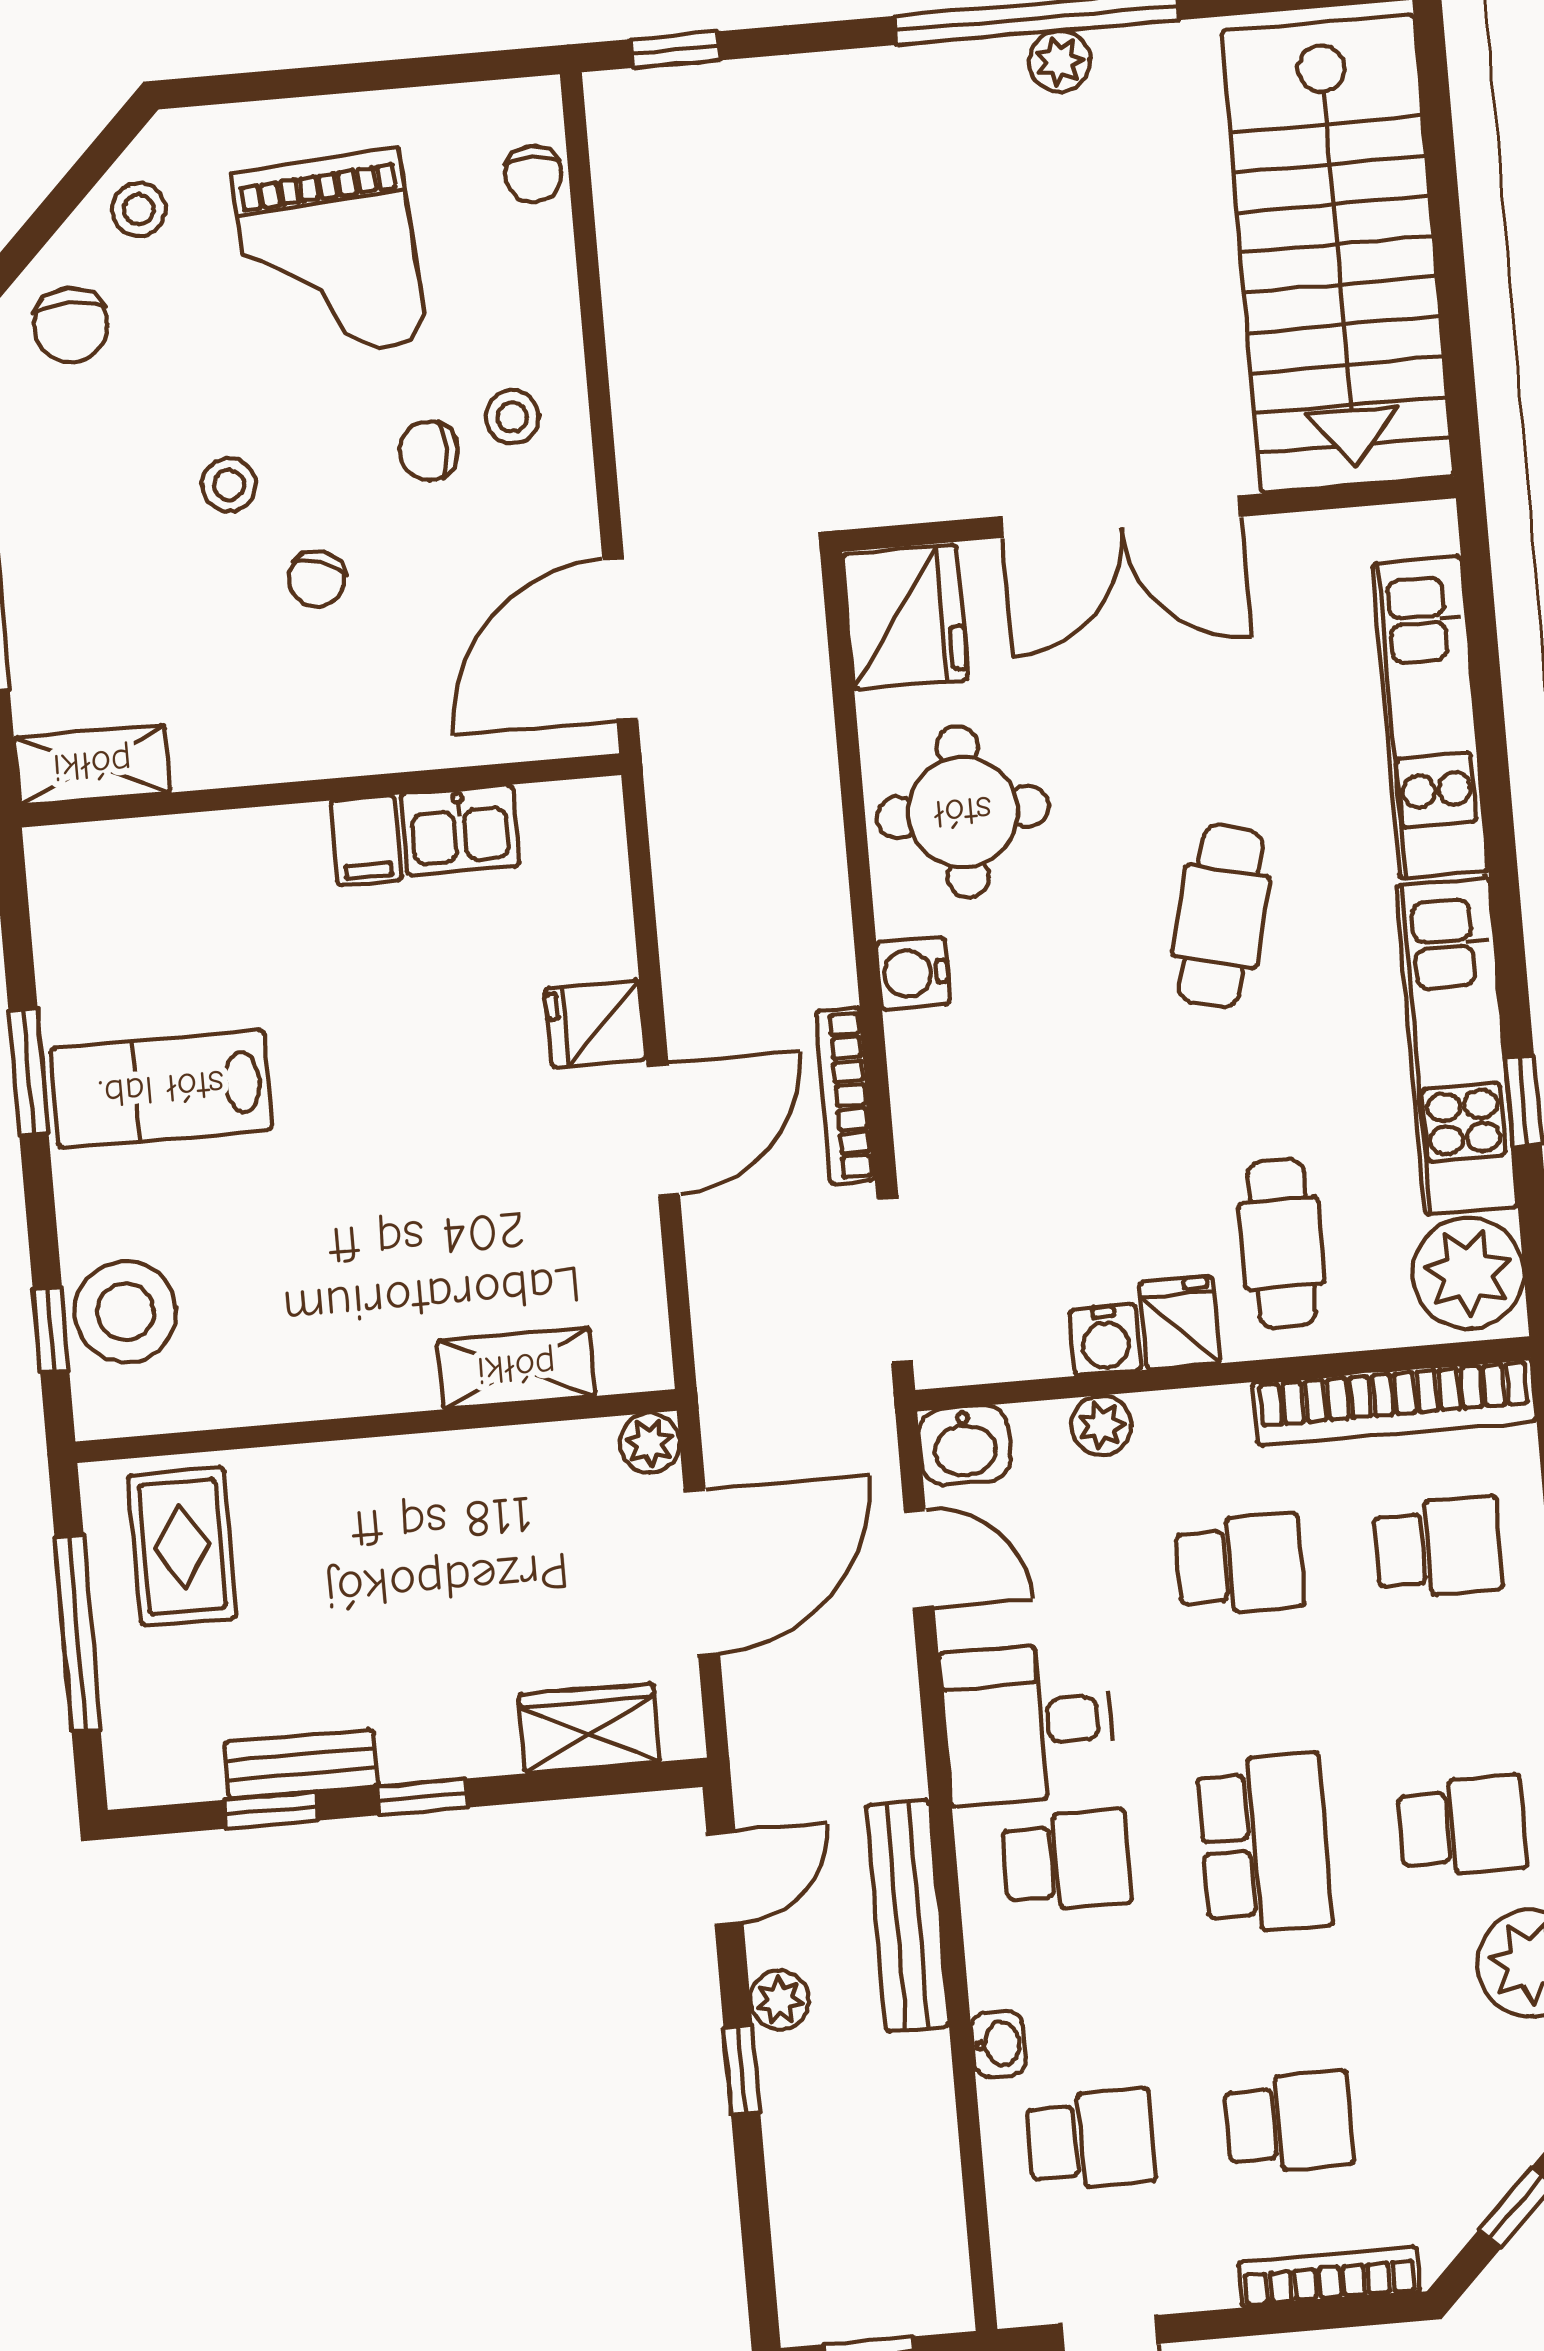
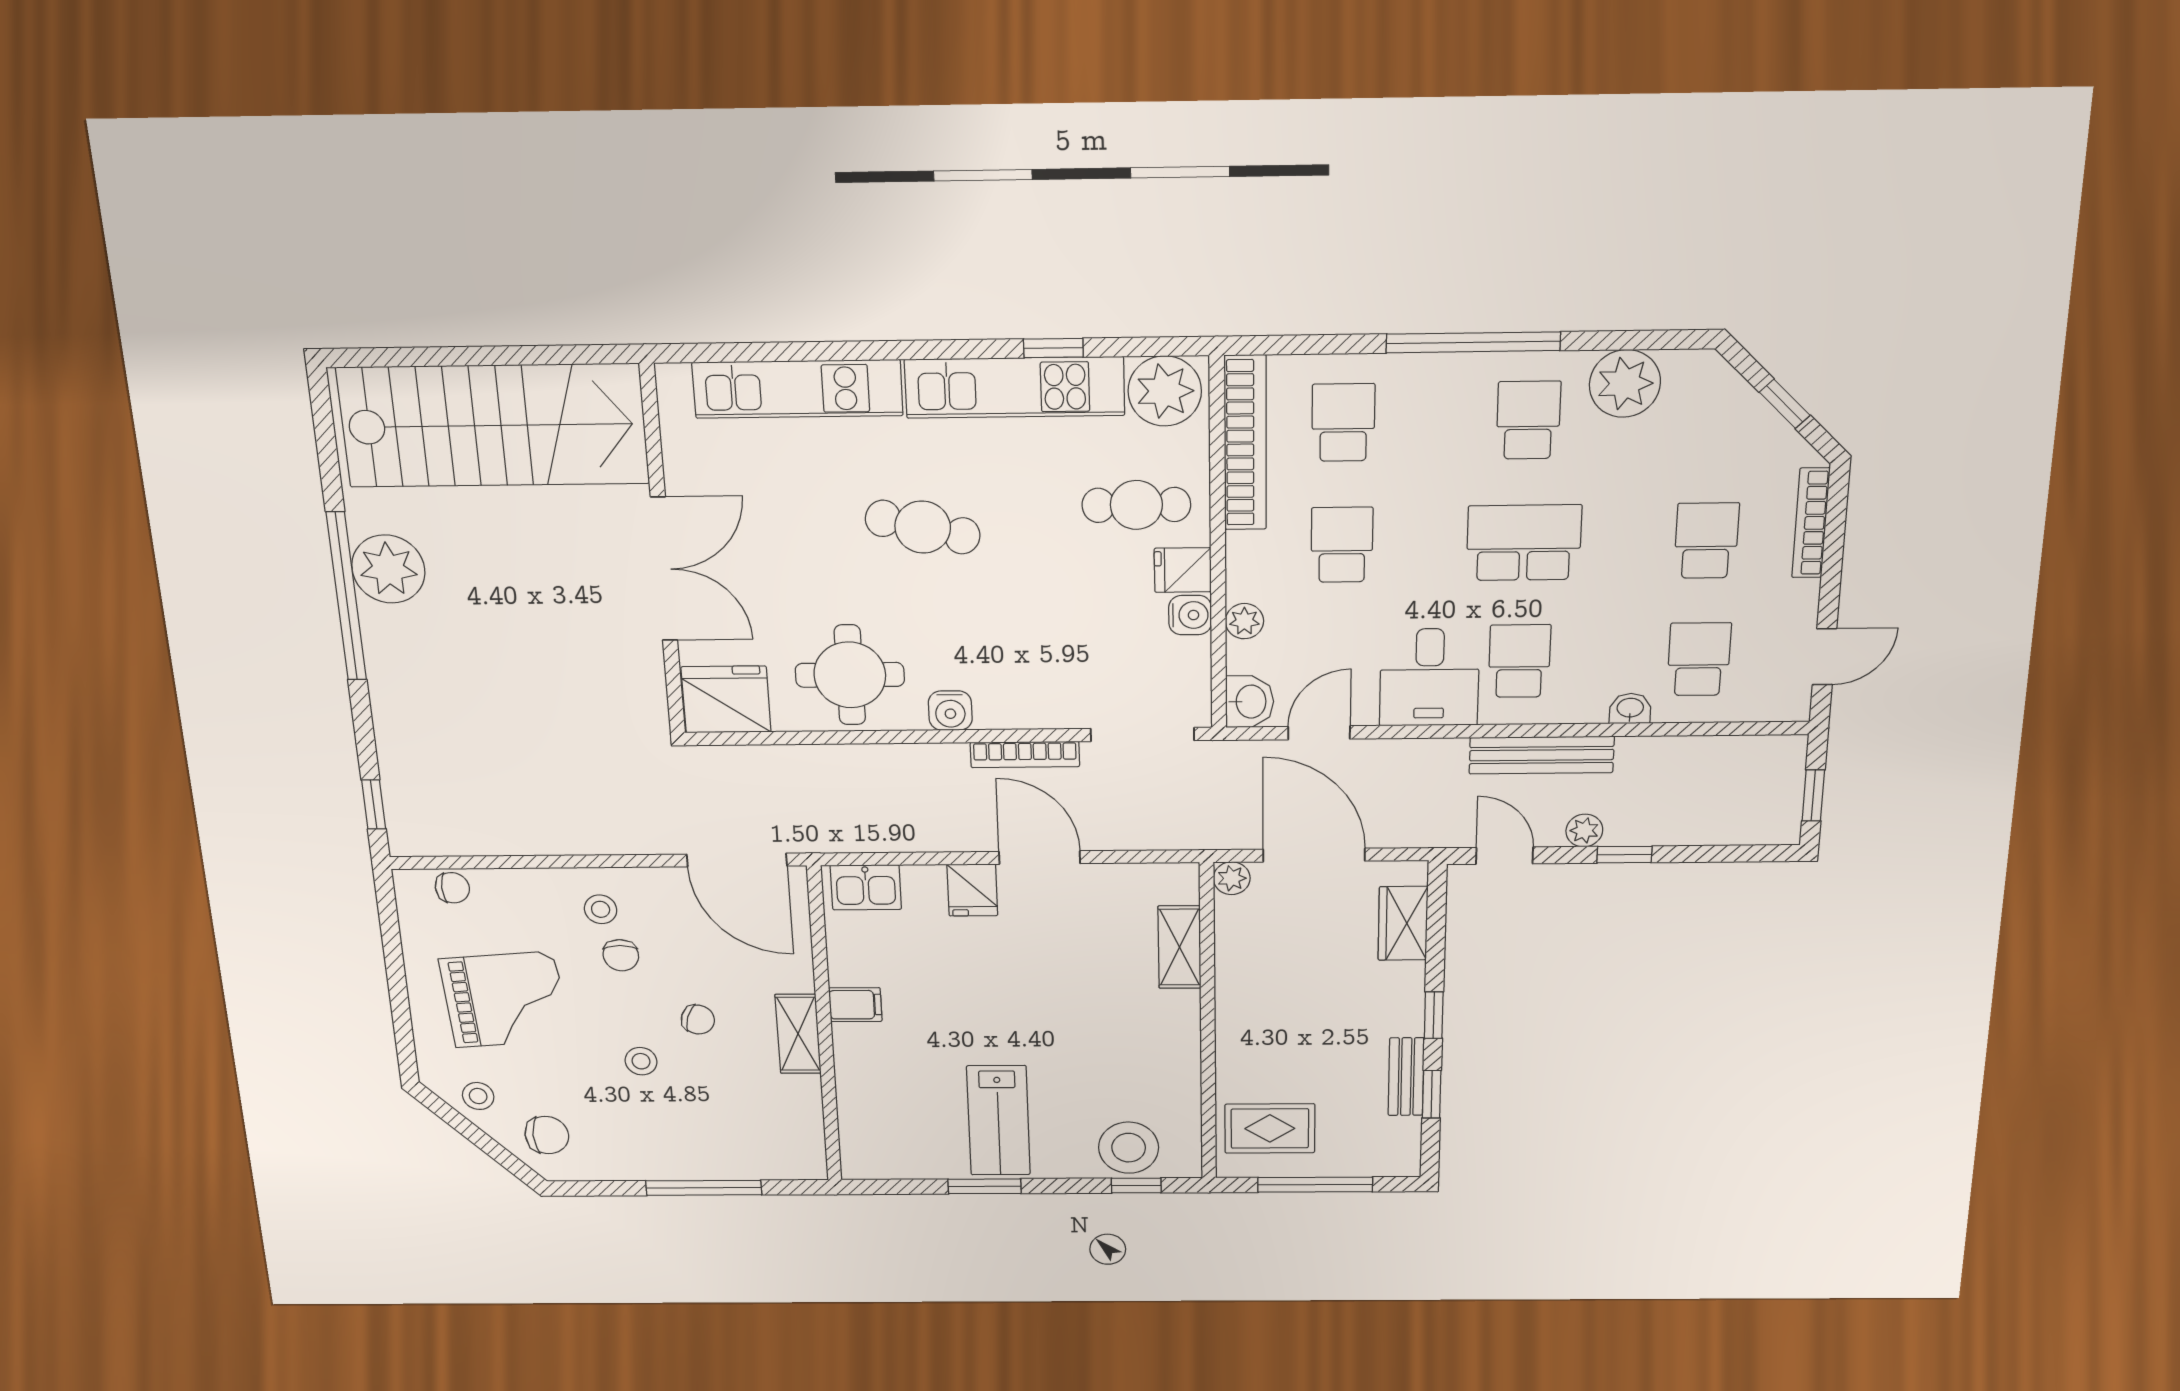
plant: (1060, 61) -> (388, 569), width x1.88, depth x1.88
shelving: (92, 765) -> (798, 1034), moved
kitchen sink: (460, 830) -> (866, 887), moved, turned 90

